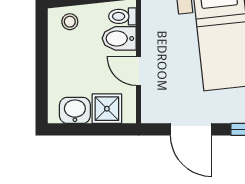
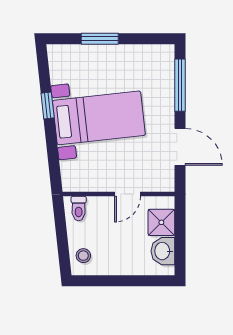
bidet: (119, 38) -> (98, 211), removed
door: (191, 129) -> (180, 147), hinge flipped

